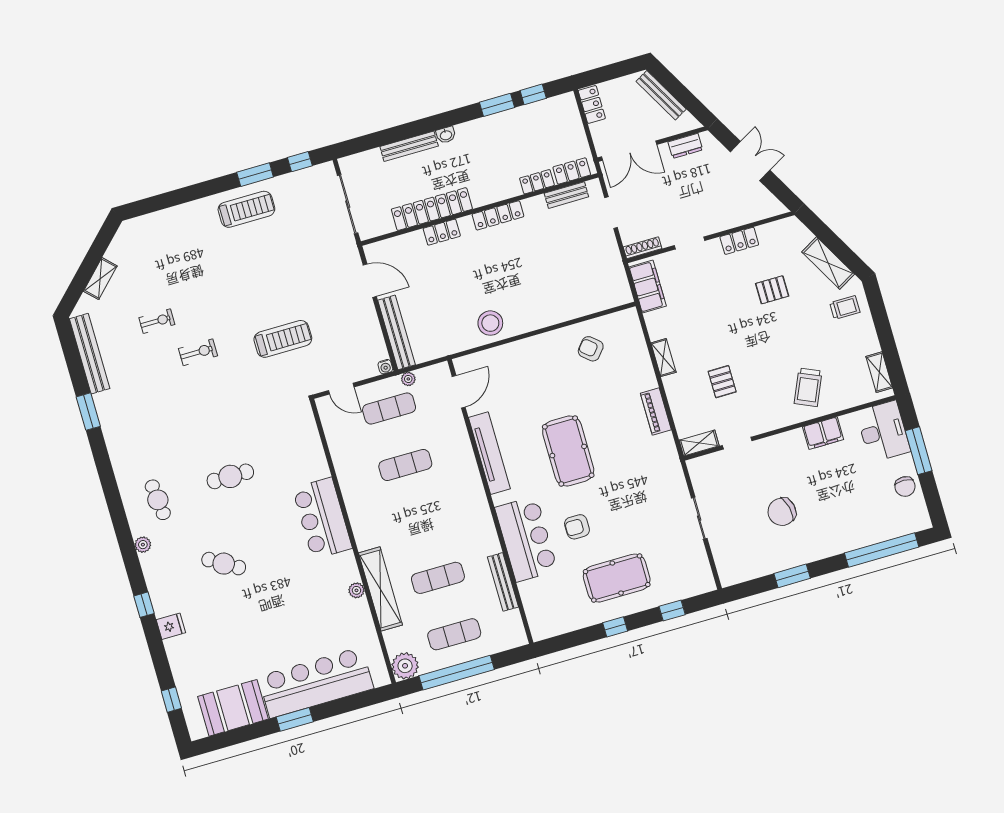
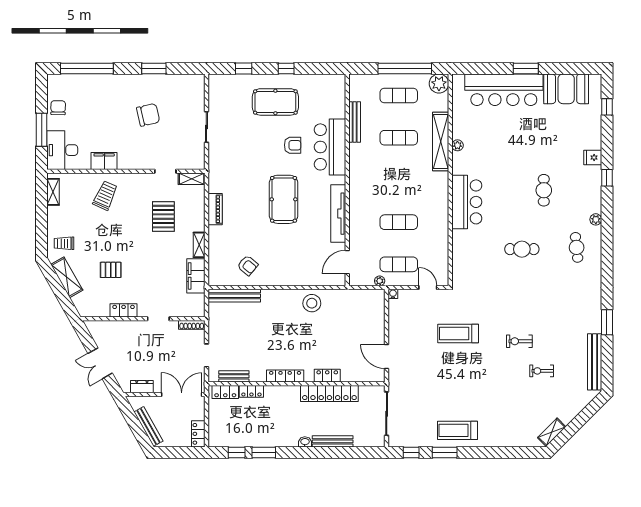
shelving: (100, 279) -> (552, 432), moved
filing cabinet: (648, 286) -> (196, 276), moved
bench: (397, 332) -> (234, 296), moved, turned 90
pallet: (722, 382) -> (163, 217), width x1.50, depth x1.42
cafe table: (224, 564) -> (544, 190), turned 59

